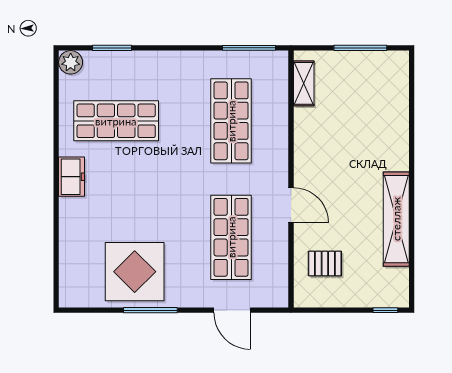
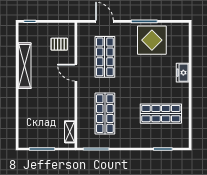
plant: (71, 62) -> (183, 142), removed
freezer: (72, 177) -> (183, 73), moved

